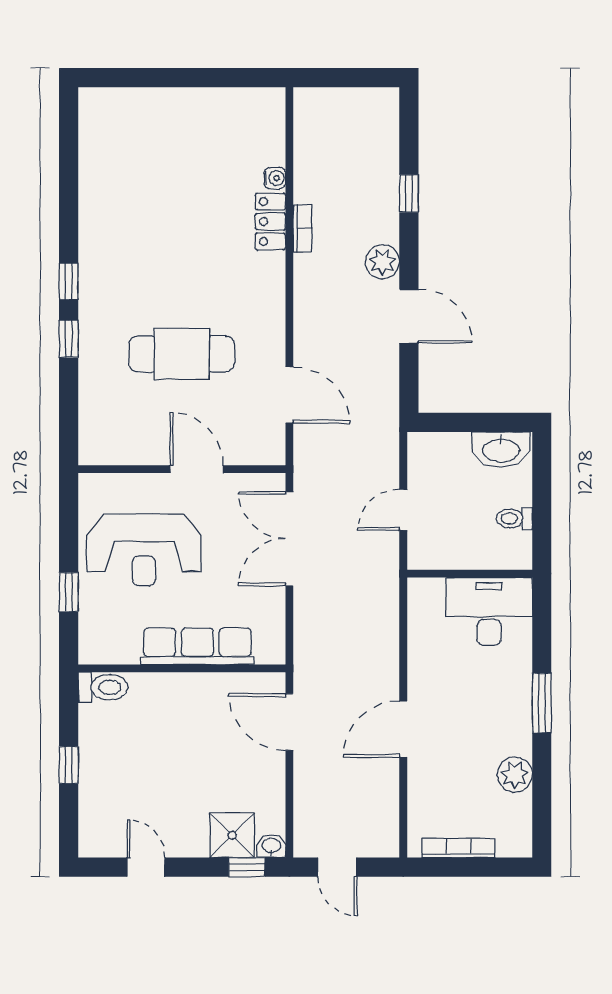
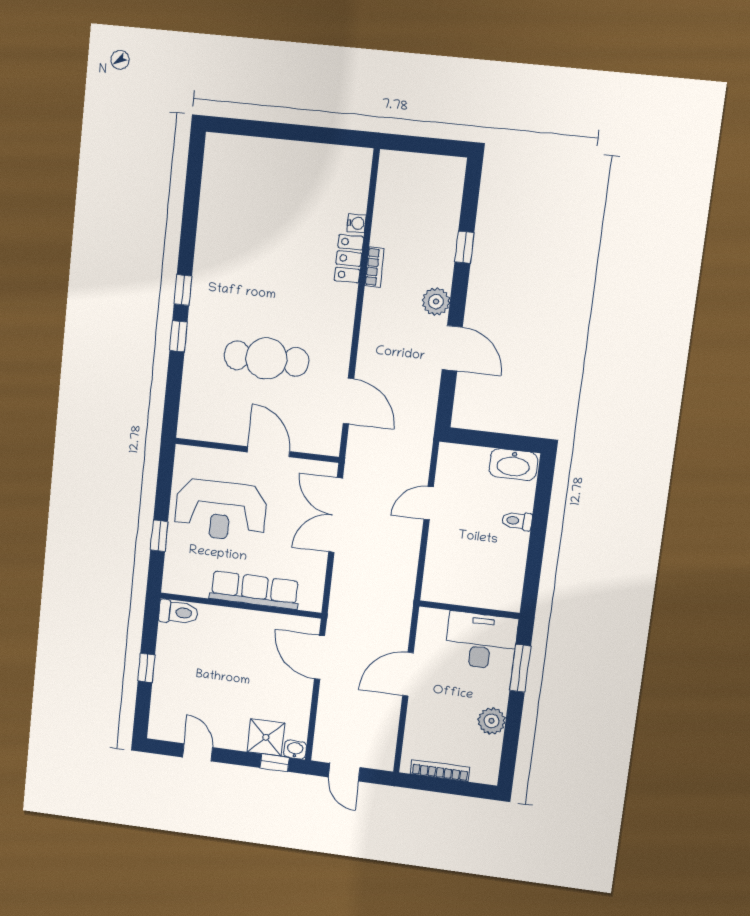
wall: (470, 574) -> (469, 610), moved
desk: (489, 611) -> (481, 641), moved

